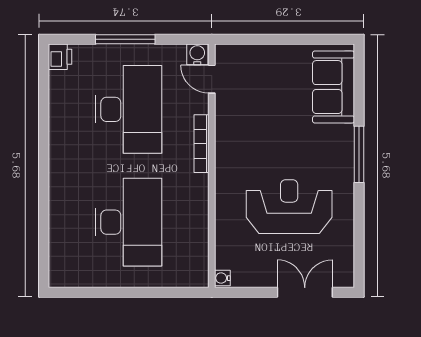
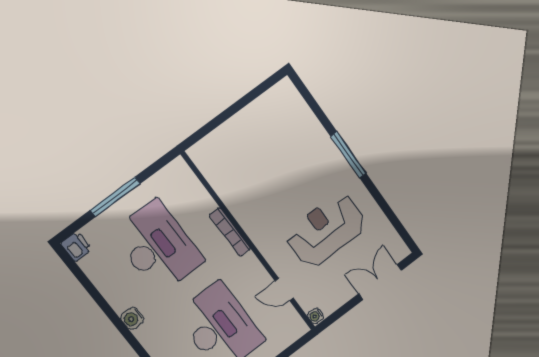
water cooler: (197, 54) -> (132, 318), moved, turned -90
door: (212, 79) -> (284, 289), moved
sofa: (334, 87) -> (295, 119), removed

